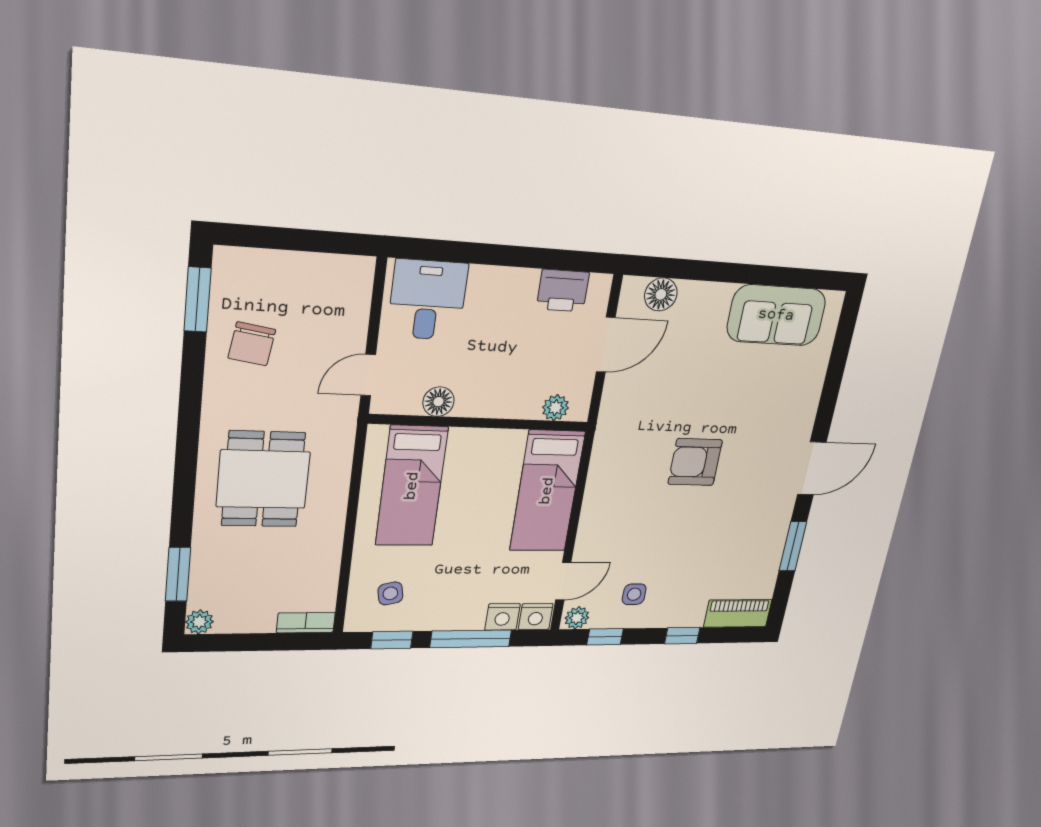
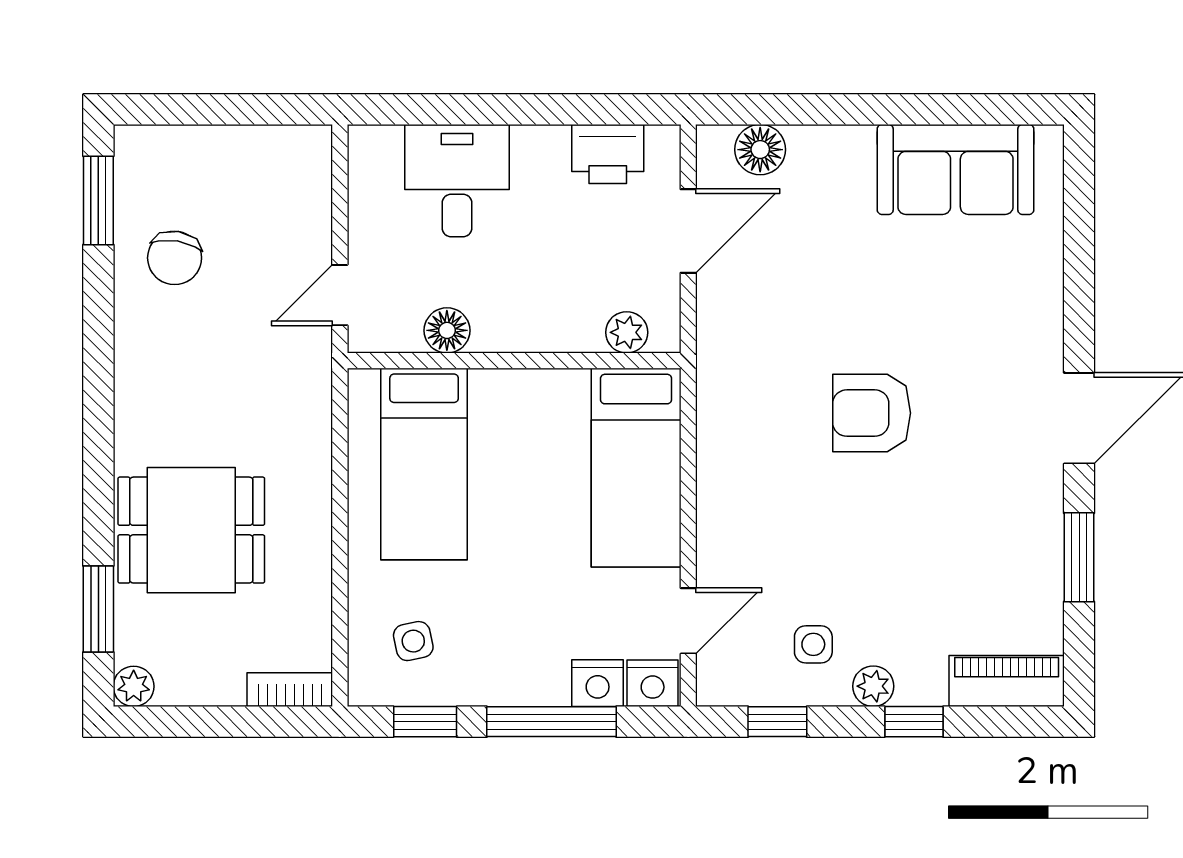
desk: (428, 300) -> (457, 181), moved
dining table: (263, 479) -> (191, 530), moved, turned 90
plant: (577, 618) -> (873, 686), moved

